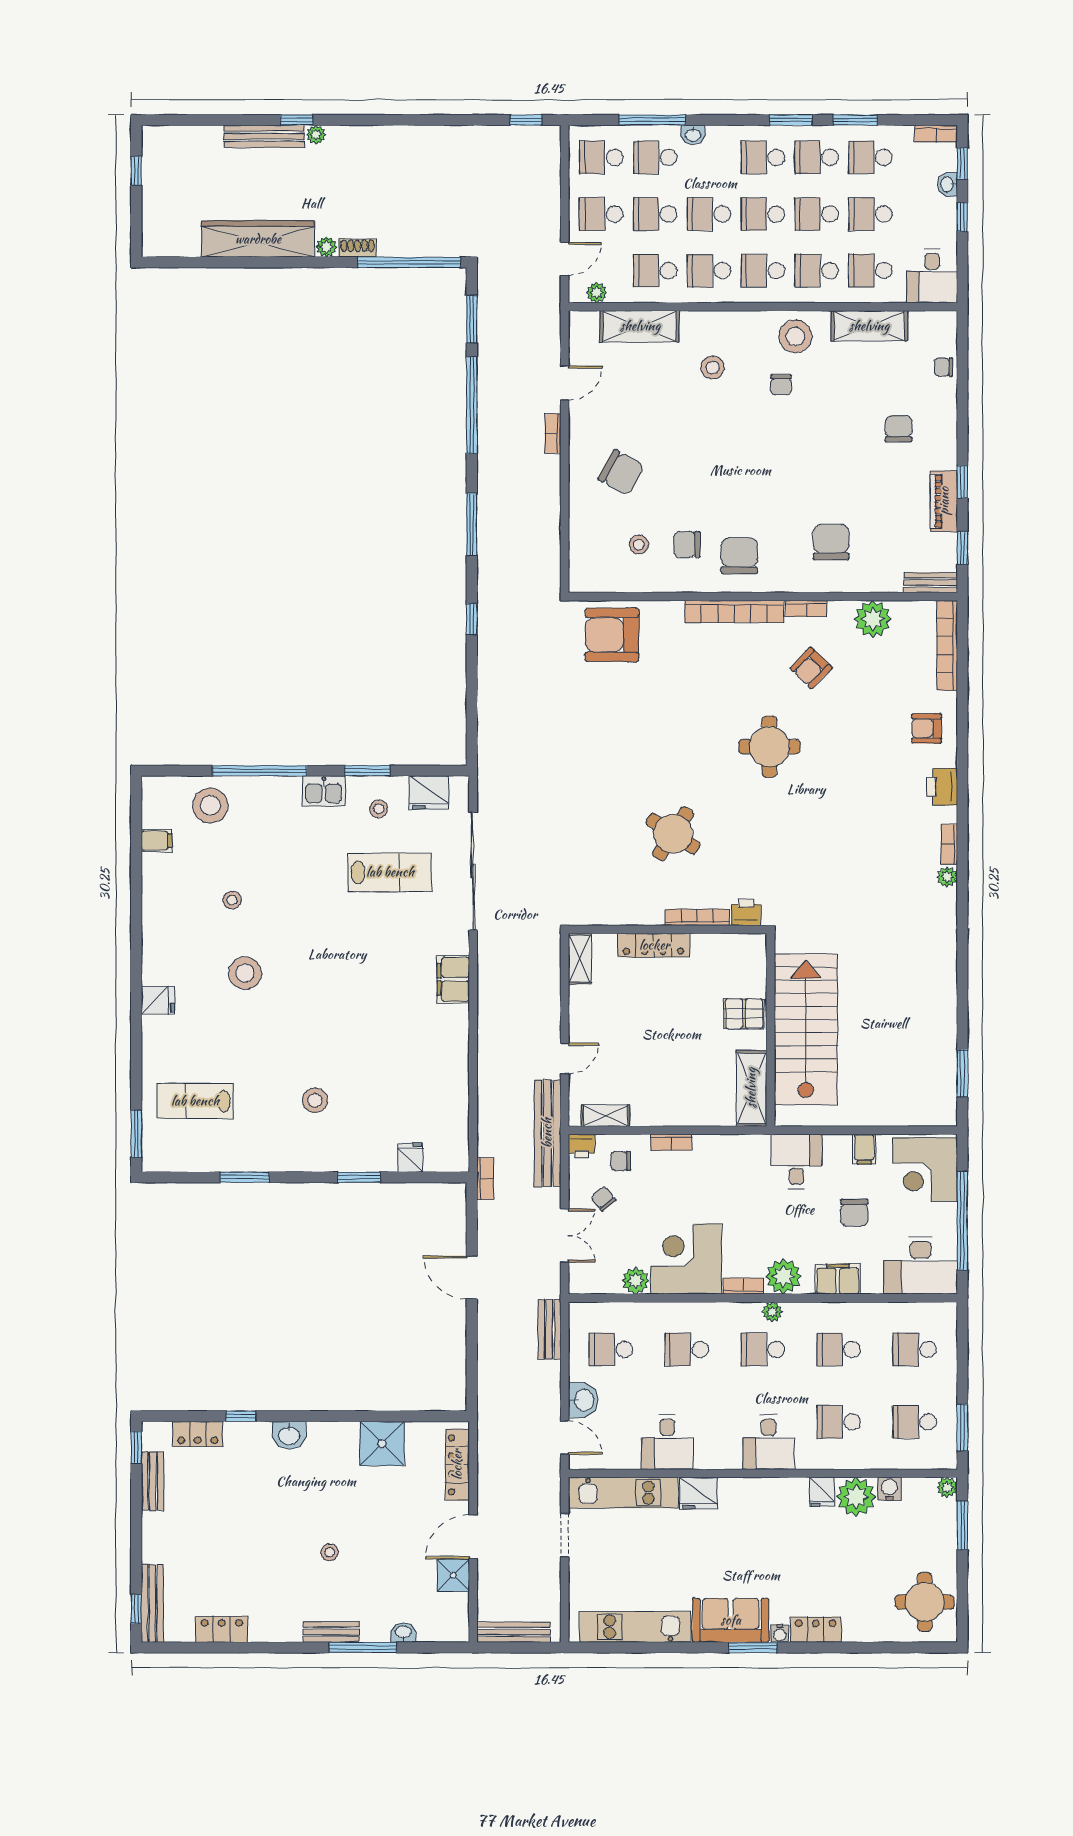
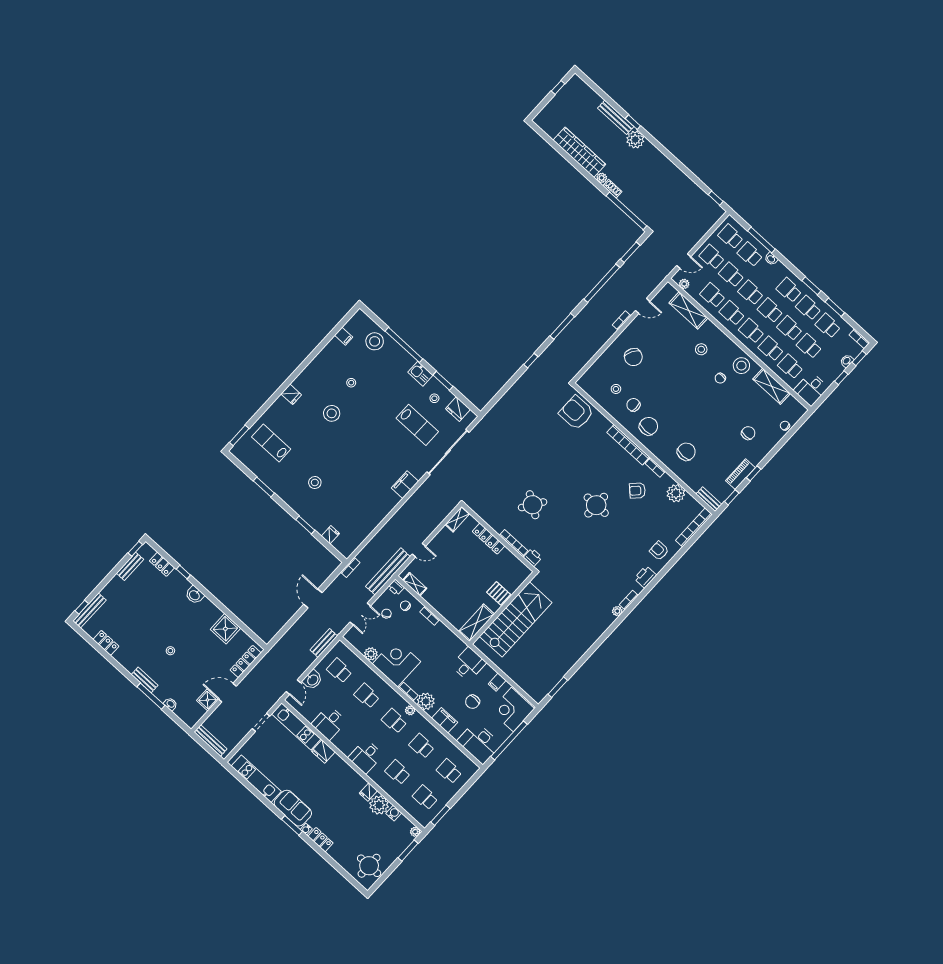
plant: (316, 135) -> (635, 140), width x1.87, depth x1.87

